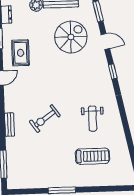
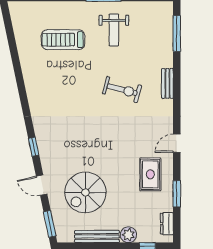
exercise bike: (45, 119) -> (122, 90), turned 50
weight bench: (93, 119) -> (114, 30), moved, turned 180

